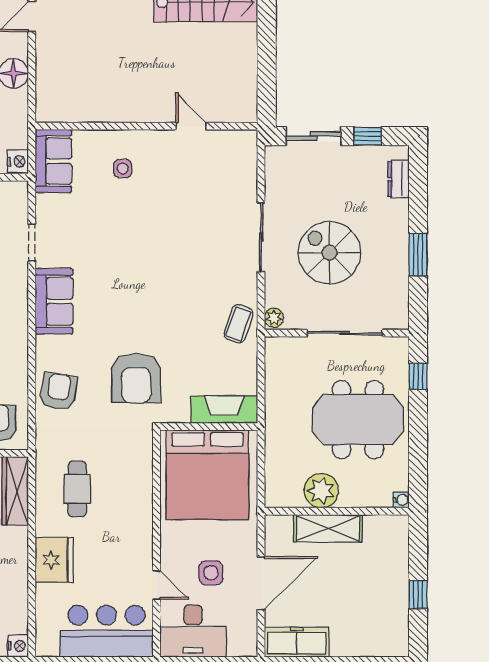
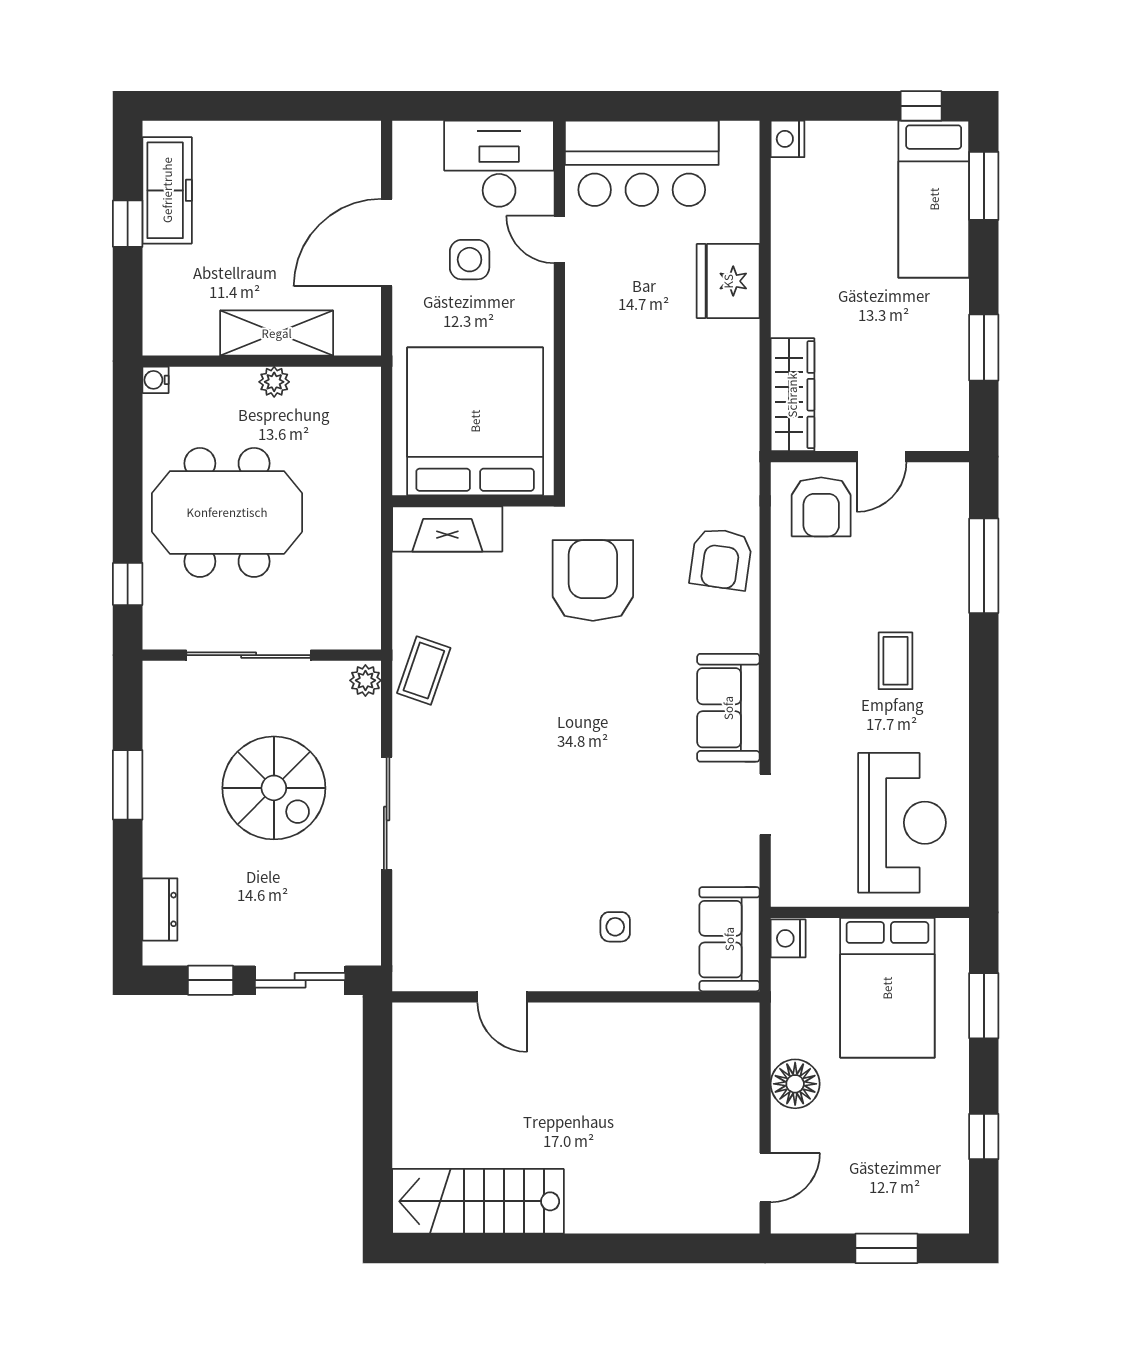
cafe table: (77, 489) -> (690, 398), removed
plant: (321, 491) -> (274, 382), width x0.53, depth x0.53
freezer: (297, 642) -> (167, 190), moved, turned -90

